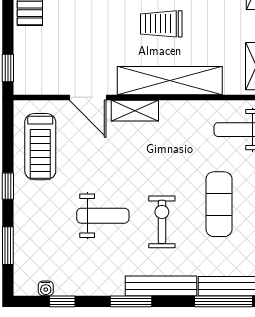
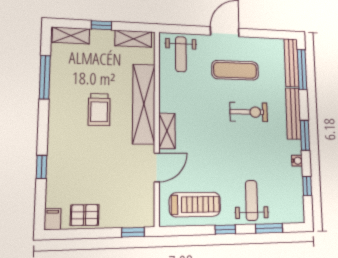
weight bench: (103, 216) -> (252, 200), moved
exercise bike: (162, 222) -> (249, 112), turned 180
water cooler: (46, 288) -> (297, 161), moved

